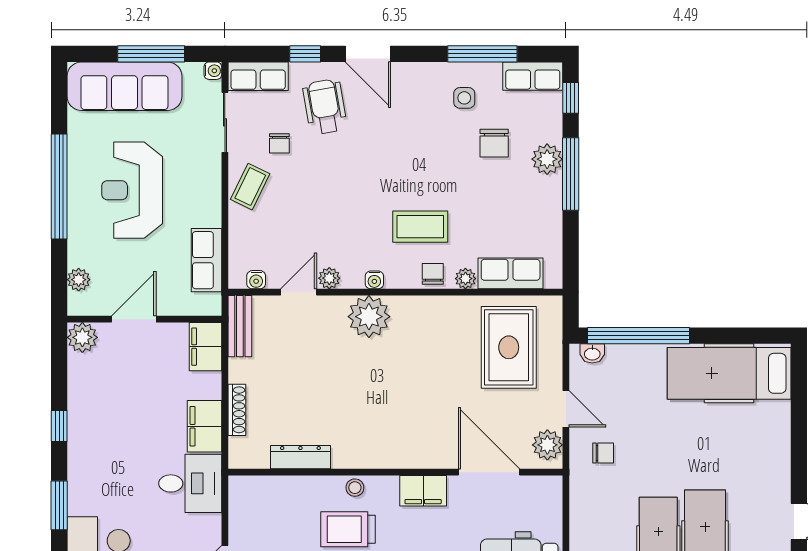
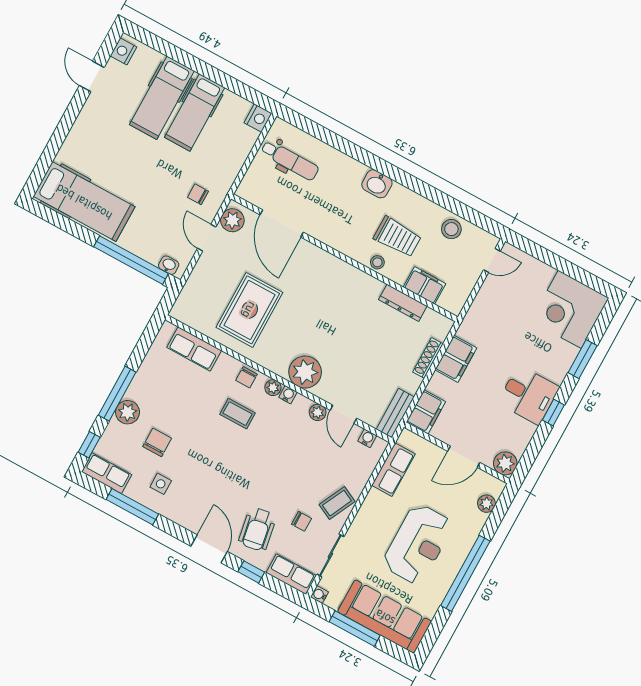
chair: (279, 143) -> (302, 521), turned 90
coffee table: (420, 227) -> (237, 414), width x0.73, depth x0.77
plant: (465, 279) -> (273, 388), moved
door: (299, 292) -> (343, 414), hinge flipped
rug: (509, 347) -> (249, 310), moved
desk: (190, 483) -> (529, 395), moved, turned 180
filing cabinet: (423, 491) -> (425, 285), moved

